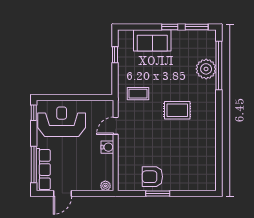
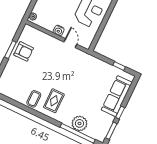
sofa: (152, 40) -> (117, 96), width x1.36
coffee table: (138, 94) -> (34, 99), moved
rug: (177, 110) -> (54, 101), moved
armchair: (152, 177) -> (24, 51), turned 90

